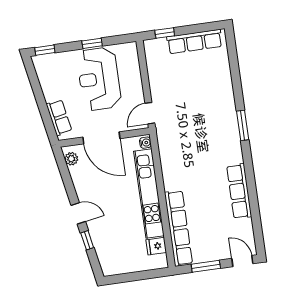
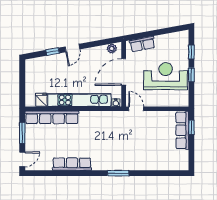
row of seats: (195, 42) -> (182, 130), moved
window: (45, 50) -> (191, 52), moved

